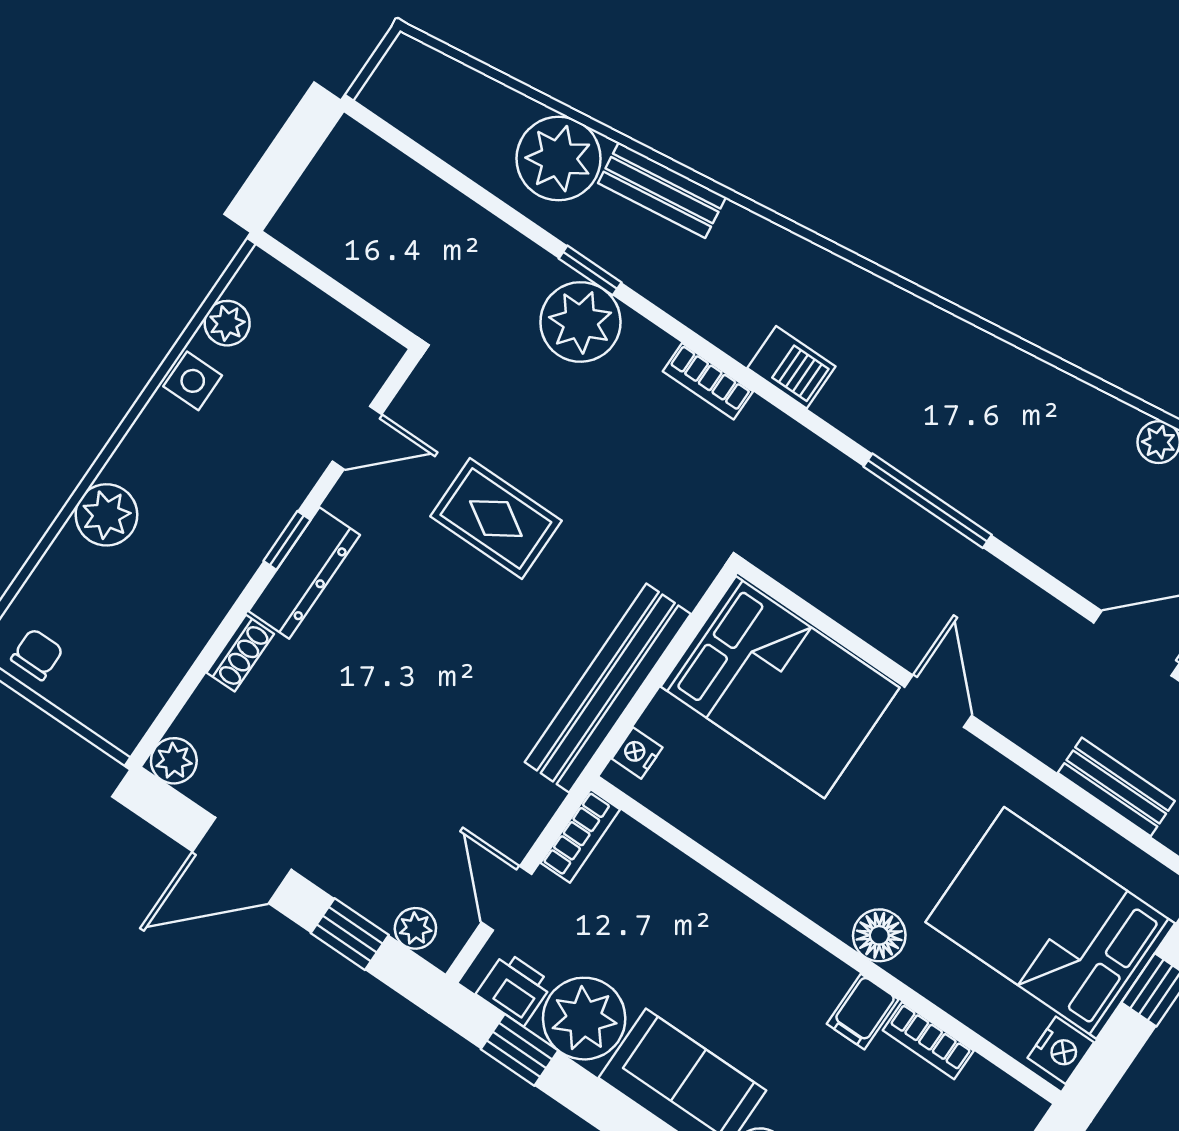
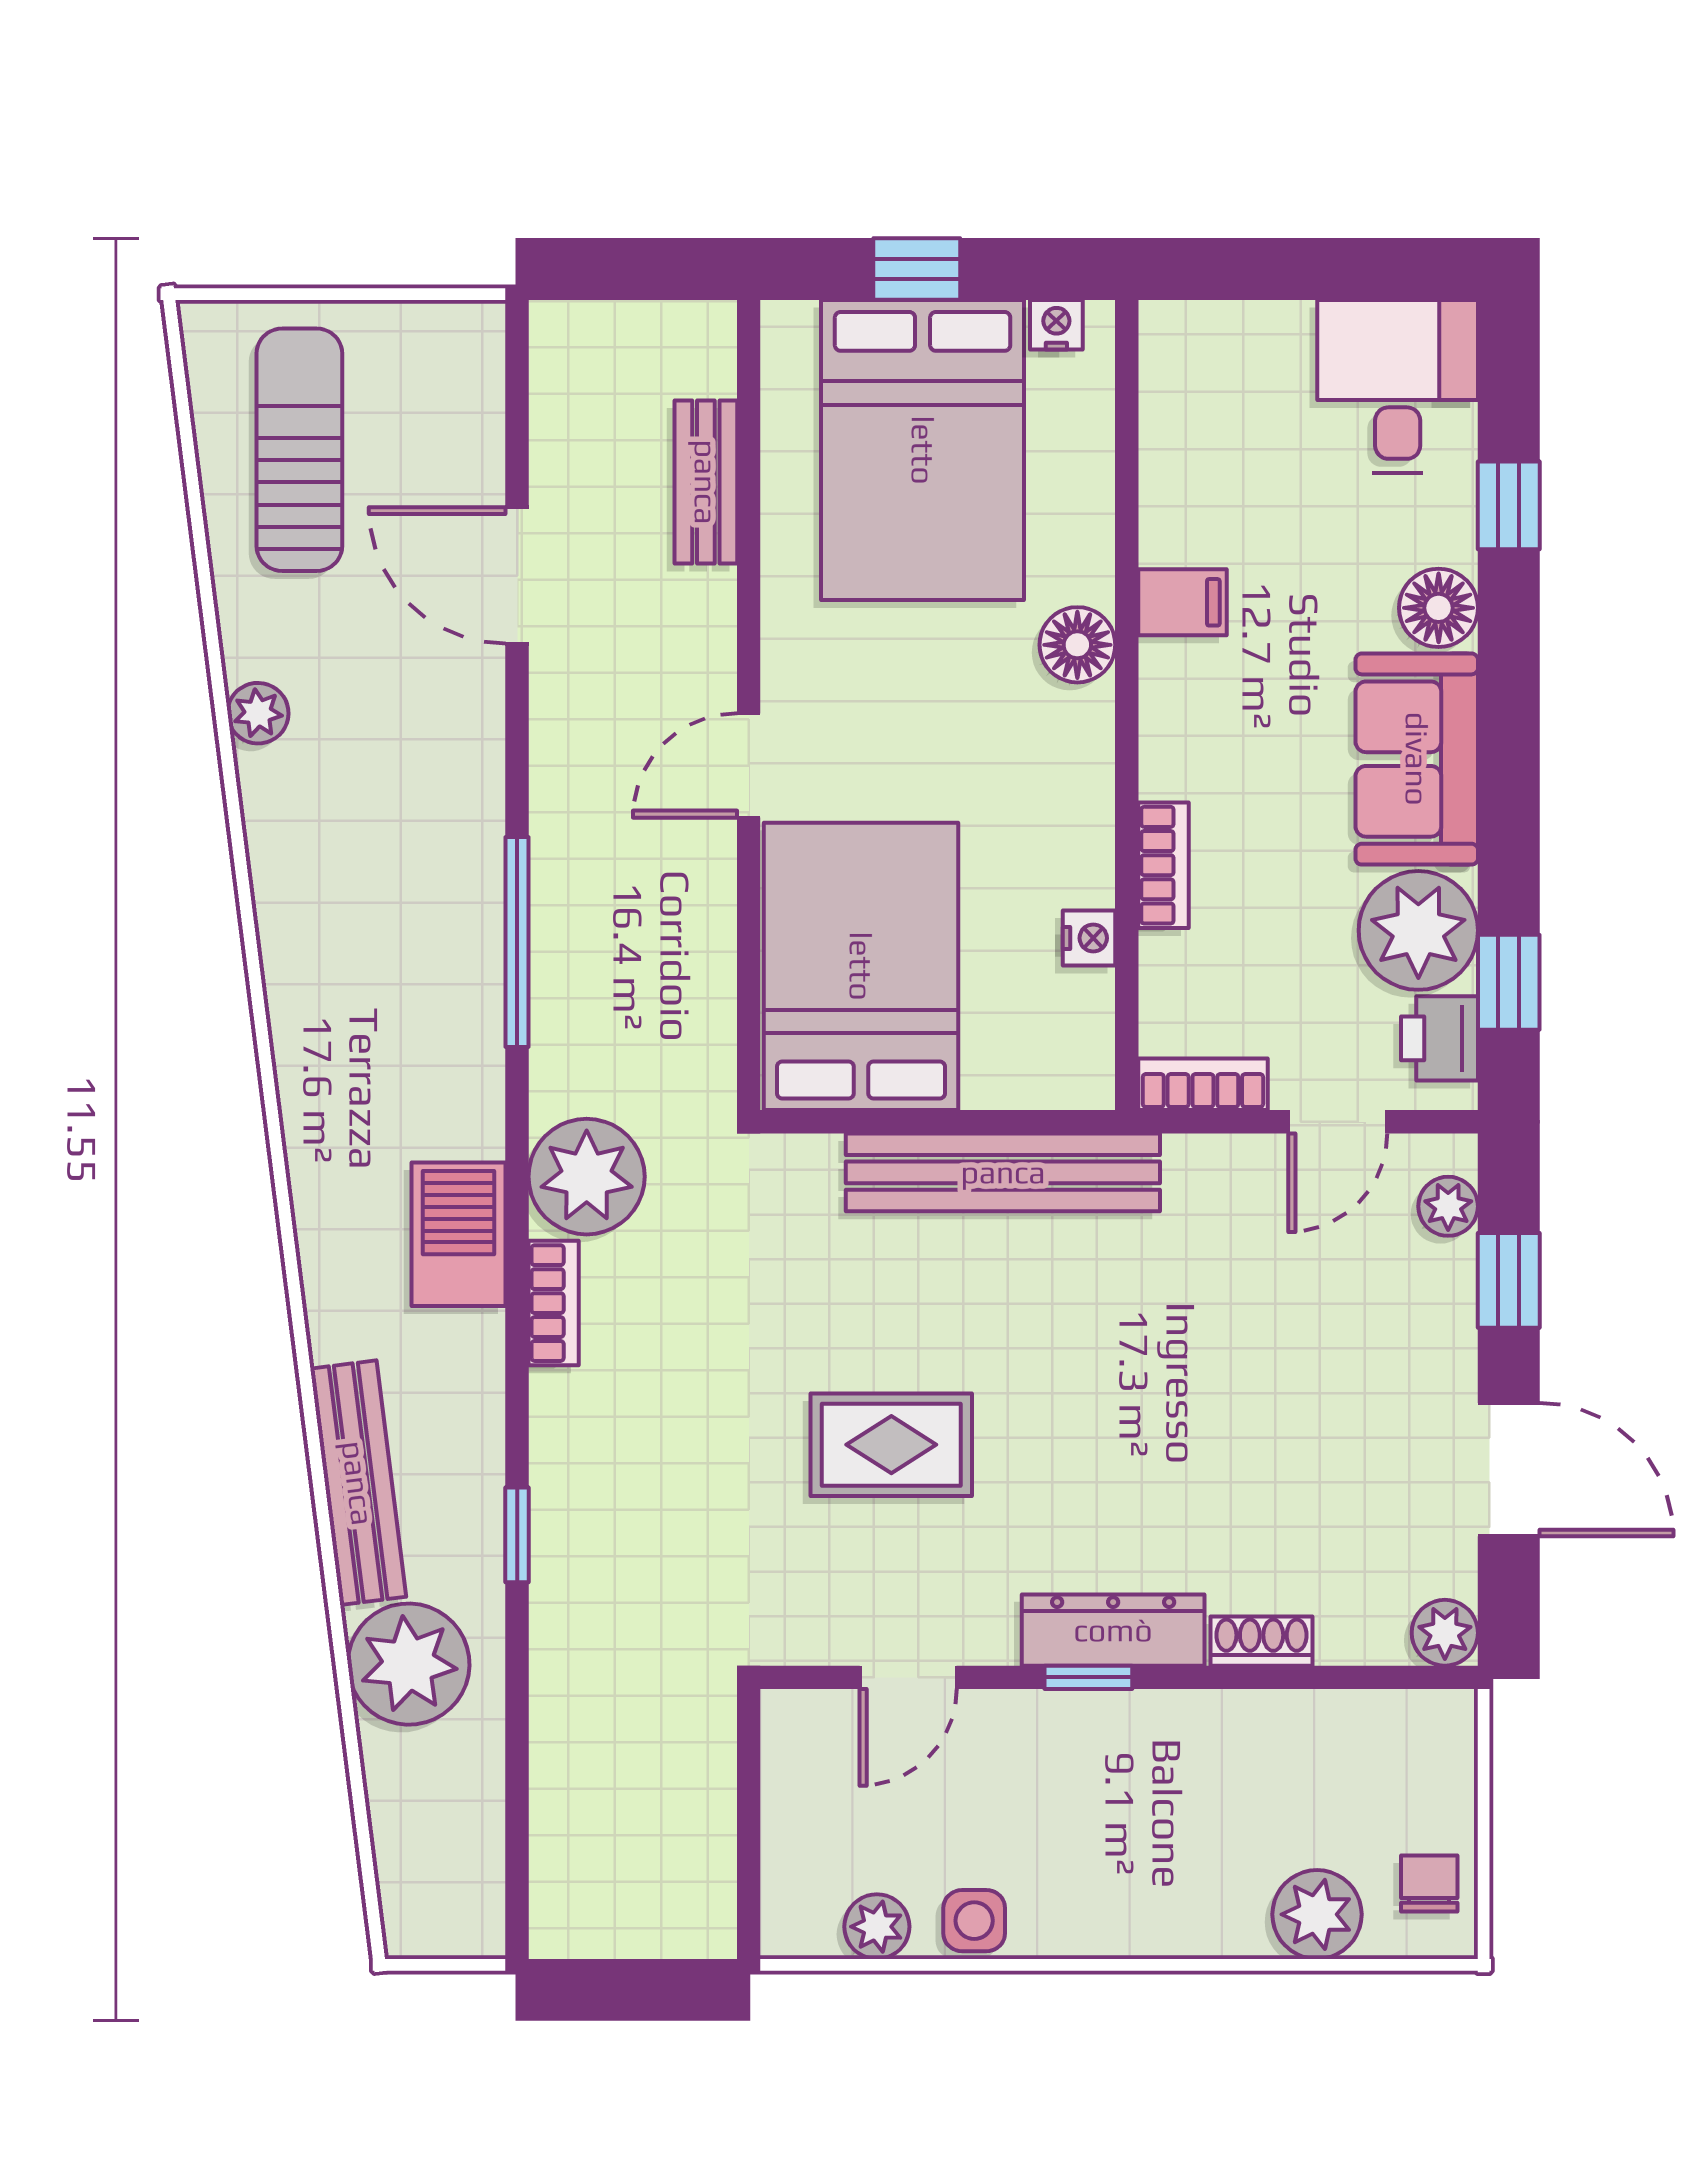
bench: (662, 190) -> (358, 1483), width x1.36
plant: (580, 322) -> (587, 1177), moved
barbecue: (791, 367) -> (459, 1234), width x1.38, depth x1.27
door: (357, 438) -> (908, 1677), swing flipped
plant: (106, 515) -> (1317, 1914), moved
rug: (496, 519) -> (891, 1445), turned 90
chair: (37, 654) -> (1429, 1883), turned 90
nightstand: (637, 753) -> (1089, 938), moved, turned -90
bookcase: (928, 1041) -> (1163, 865), moved
nightstand: (1061, 1050) -> (1056, 325), width x0.72, depth x0.74

